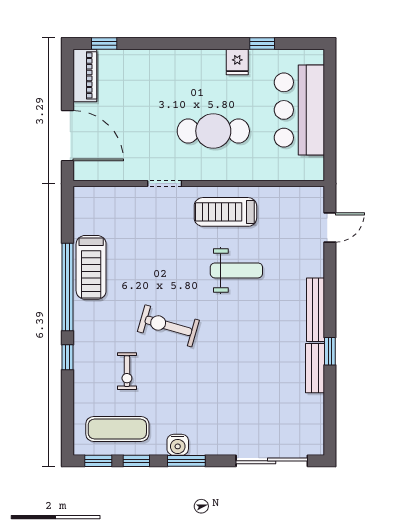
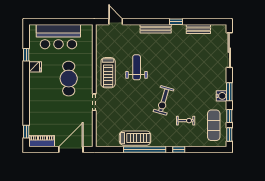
bench: (315, 368) -> (198, 29), moved

